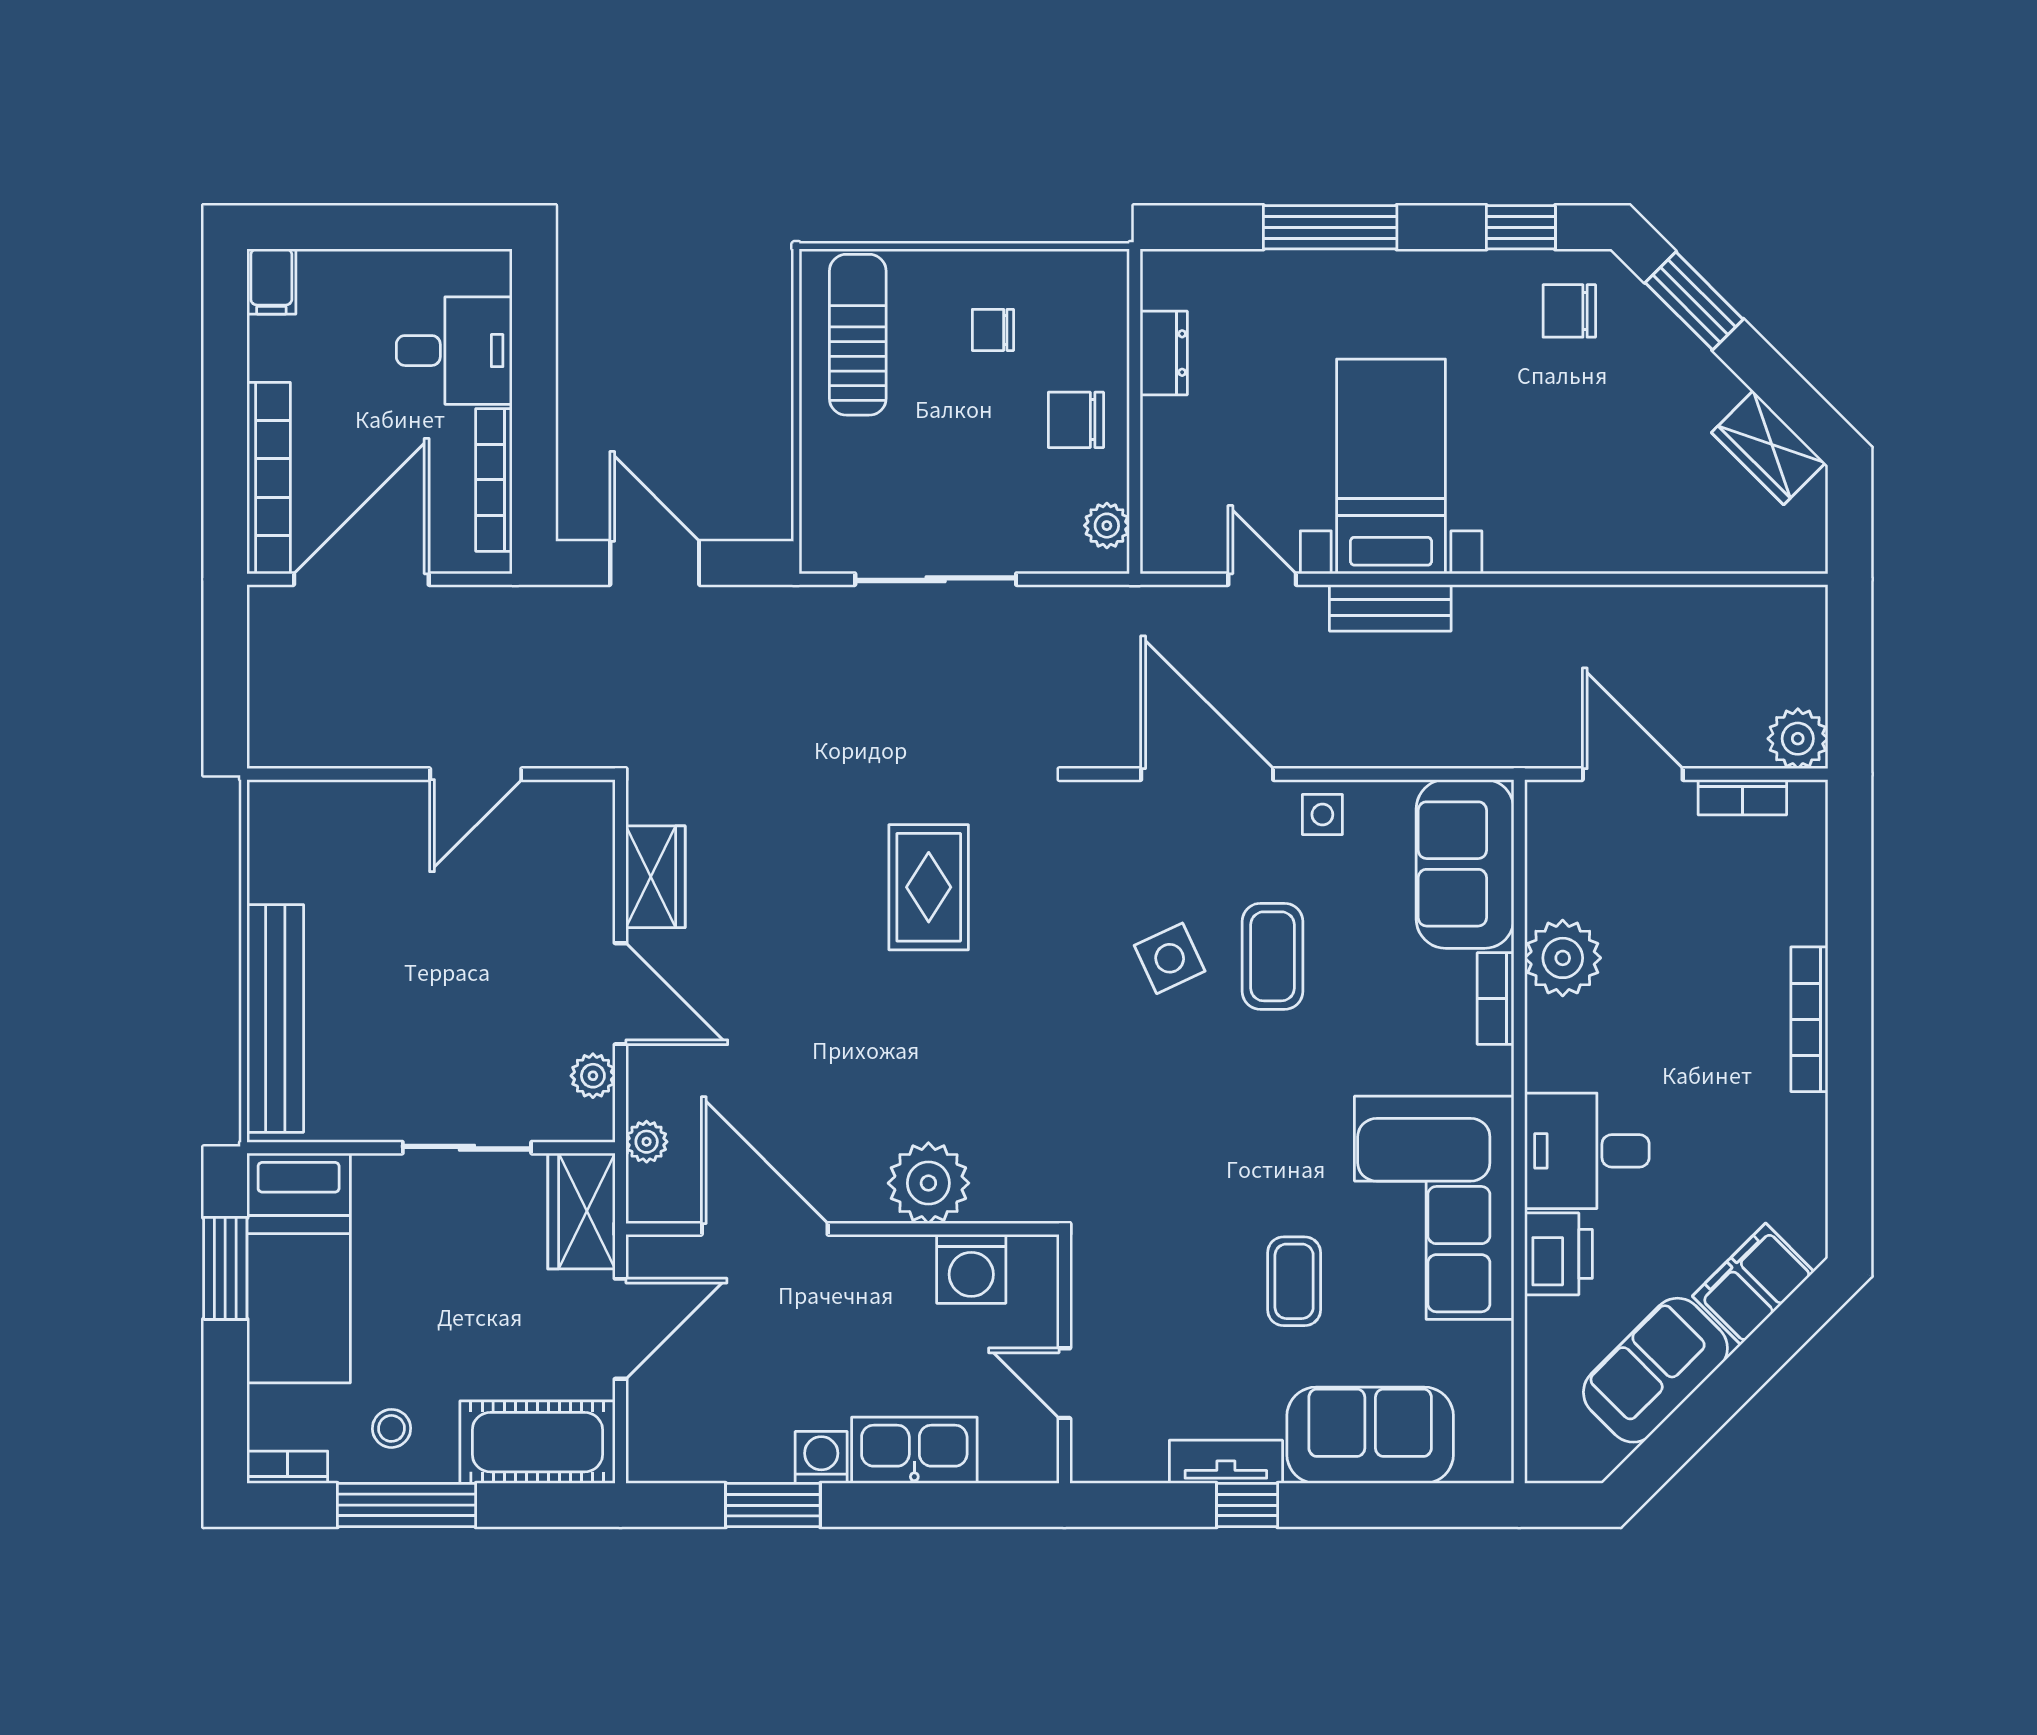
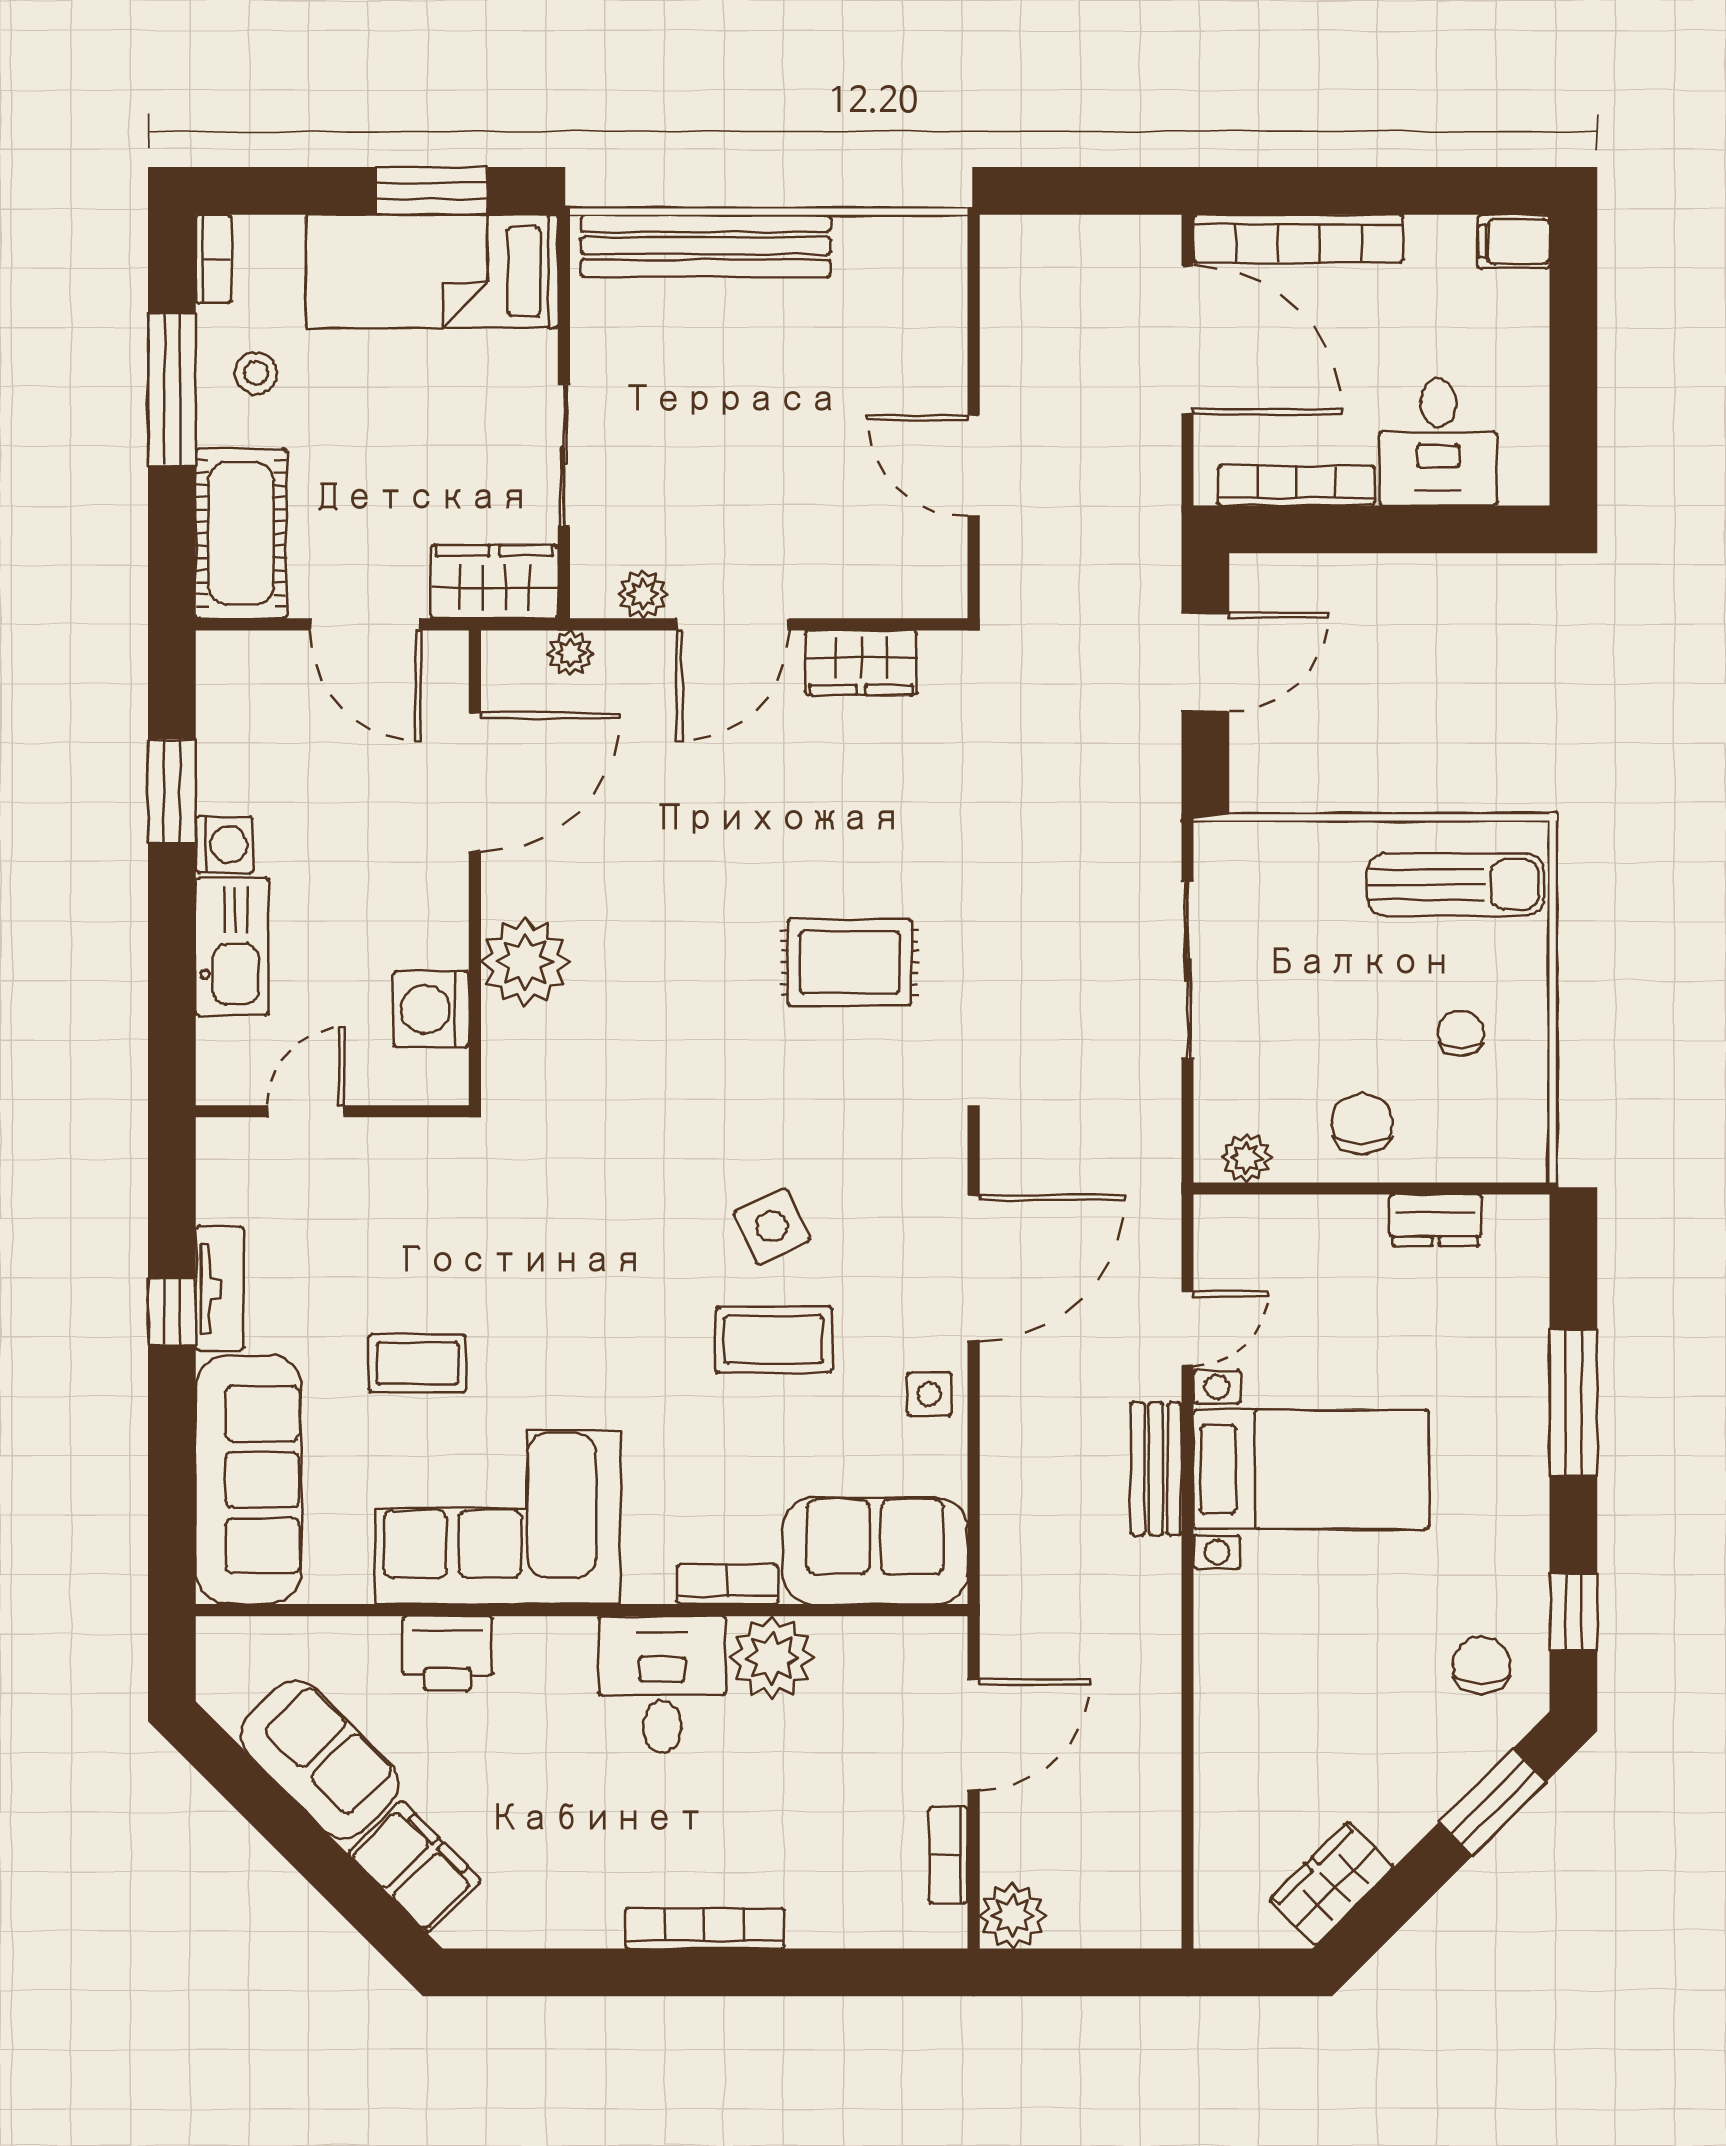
desk: (1587, 1151) -> (662, 1684), moved
sofa: (1370, 1435) -> (249, 1479), width x1.36

